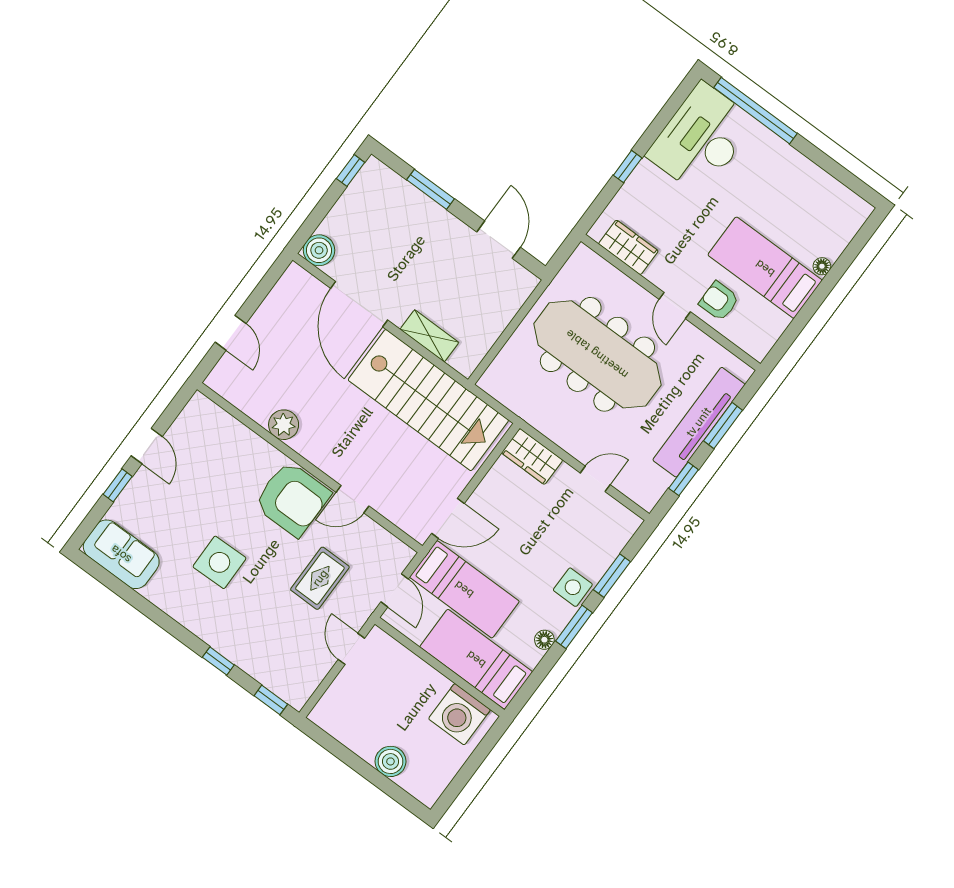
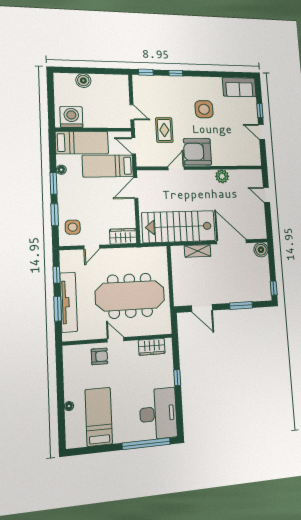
bed: (765, 268) -> (99, 417), moved, turned -90
side table: (573, 587) -> (73, 227), moved

